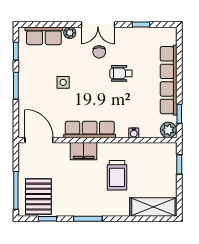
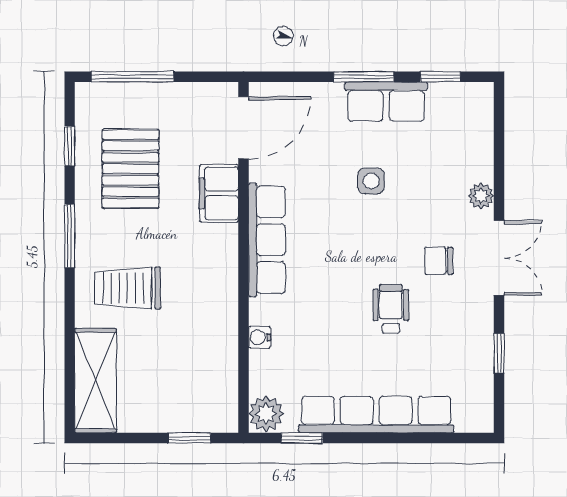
double door: (98, 25) -> (499, 258), swing flipped
row of seats: (44, 36) -> (386, 102), moved, turned -90
filing cabinet: (84, 151) -> (219, 193), moved
trolley: (117, 175) -> (128, 288), moved
pallet: (38, 197) -> (130, 169), moved, turned 90

